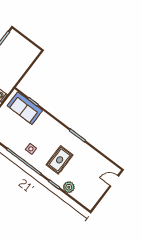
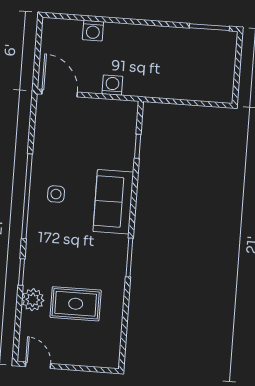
sofa: (25, 108) -> (113, 202), moved
rug: (60, 160) -> (76, 304), moved
door: (114, 181) -> (38, 365), moved

